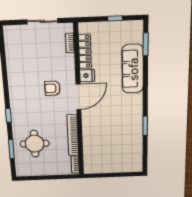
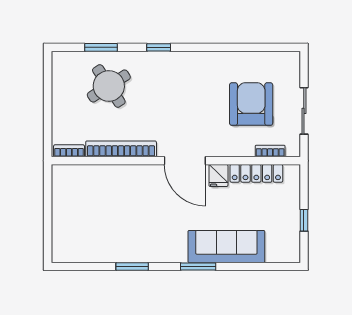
window: (146, 44) -> (198, 267), moved
armchair: (52, 88) -> (251, 104), moved, width x1.88, depth x1.88
round table: (35, 144) -> (109, 86), turned -33

